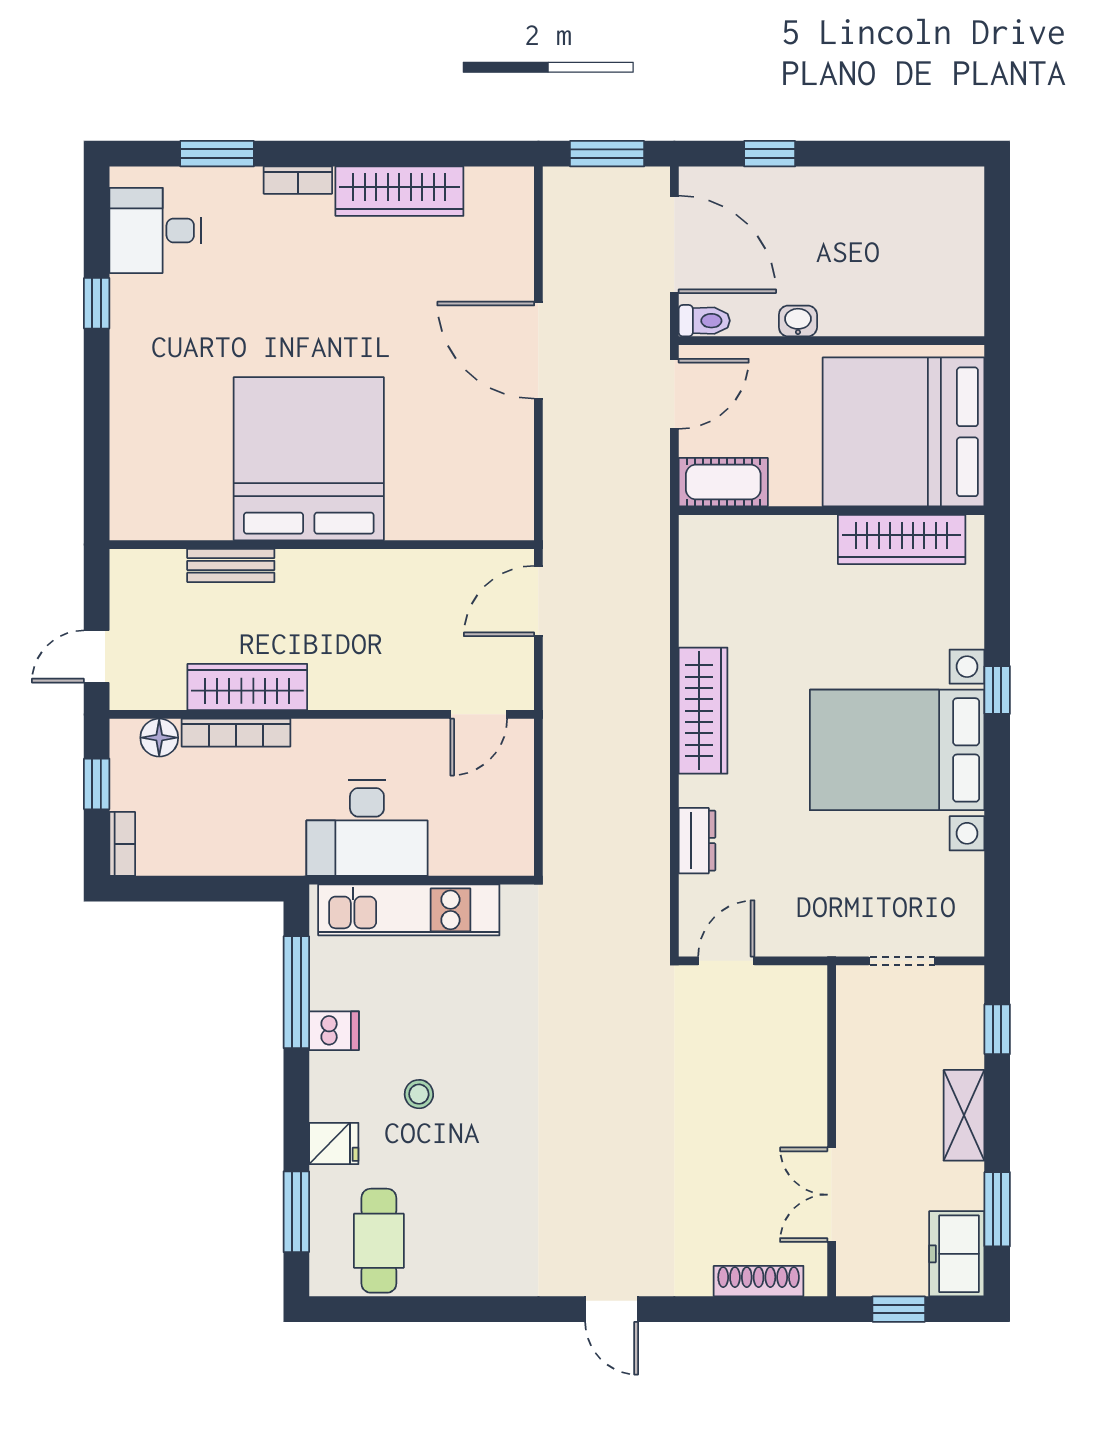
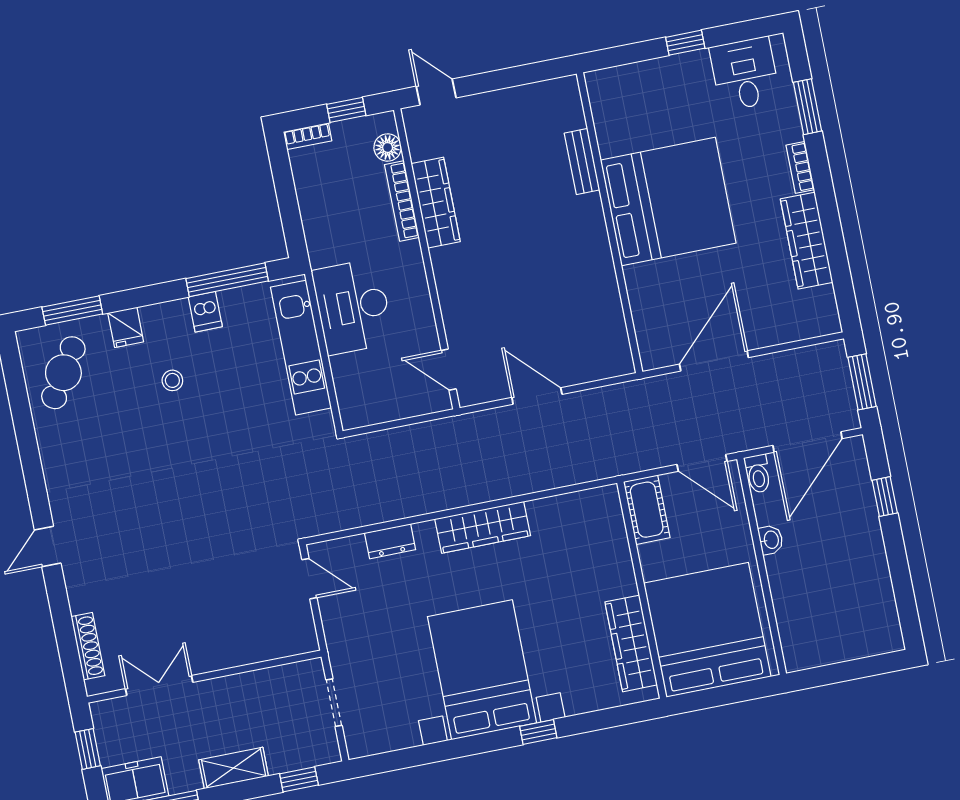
bed: (309, 459) -> (668, 202), moved
wall: (322, 545) -> (609, 223), moved
bench: (231, 565) -> (582, 162), moved
cafe table: (379, 1241) -> (63, 373), turned -58

